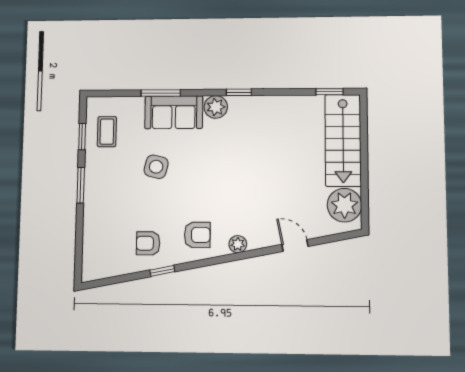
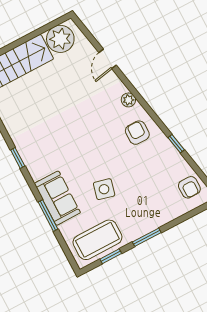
plant: (216, 107) -> (37, 169), removed
coffee table: (107, 132) -> (97, 240), width x1.86, depth x1.72
armchair: (148, 243) -> (189, 187), moved

